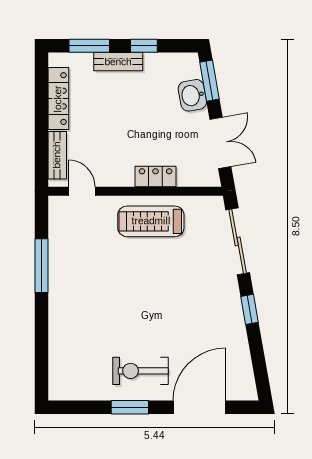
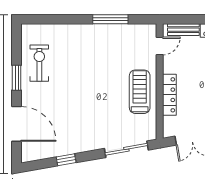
locker: (156, 176) -> (169, 95), width x1.53
window: (250, 309) -> (66, 160), moved
exercise bike: (141, 371) -> (39, 63), moved

